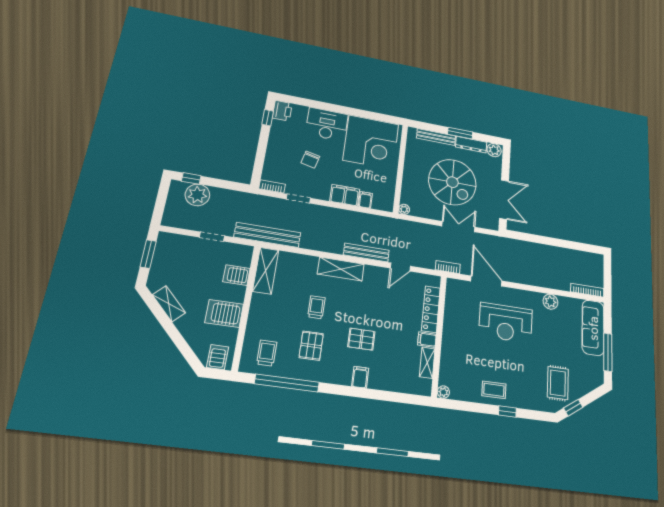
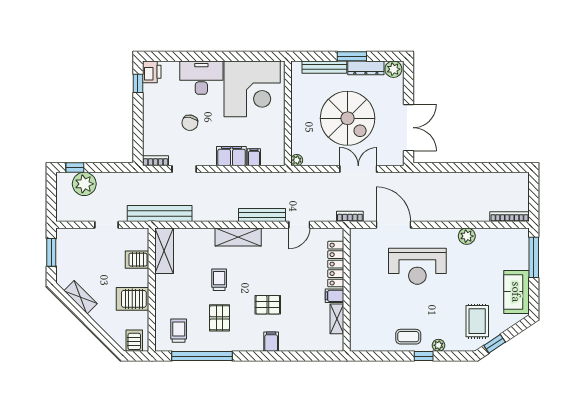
sofa: (593, 328) -> (516, 292), moved, width x0.73
window: (608, 352) -> (534, 257), moved
plant: (443, 392) -> (438, 345), moved

